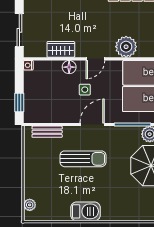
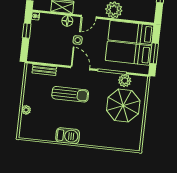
window: (19, 103) -> (27, 31), moved
door: (92, 125) -> (80, 68), hinge flipped
plant: (30, 205) -> (26, 110), moved

